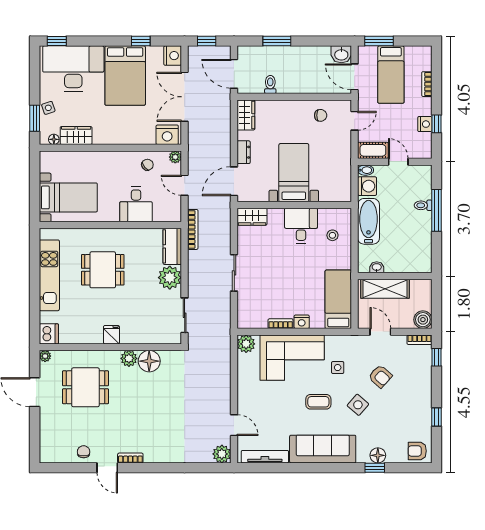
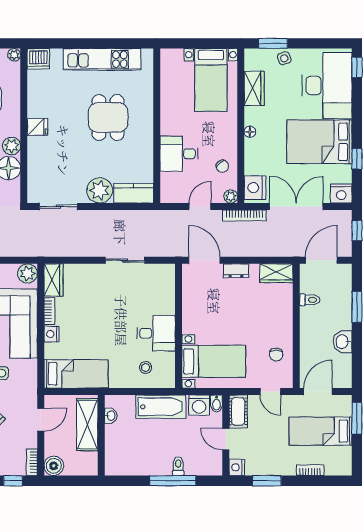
washbasin: (341, 54) -> (343, 342), moved
nightstand: (425, 124) -> (237, 467), moved, turned 90
window: (436, 124) -> (267, 481), width x1.50
floor lamp: (54, 139) -> (250, 132), moved
door: (398, 162) -> (226, 439), swing flipped
bed with nightstands: (294, 173) -> (214, 361), moved
bed with nightstands: (68, 197) -> (211, 80), moved
wardrobe: (252, 217) -> (53, 280), moved, turned 180
bookcase: (193, 229) -> (244, 215), moved
sliding door: (234, 273) -> (125, 260), moved

